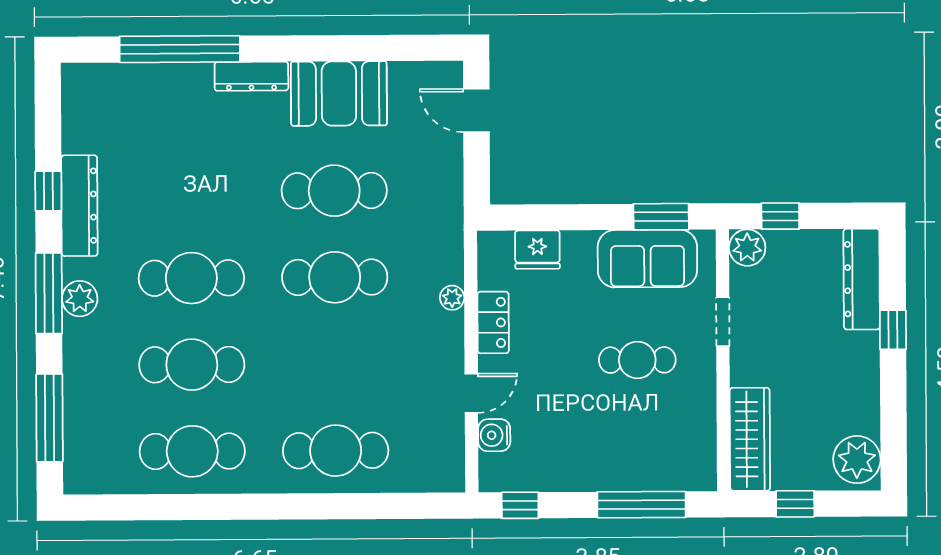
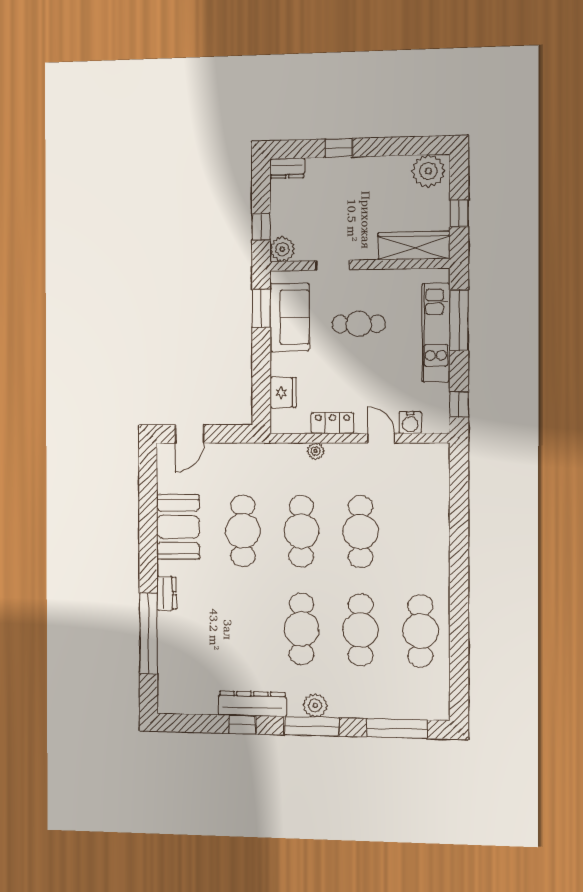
dresser: (251, 76) -> (166, 593), width x0.70
dresser: (862, 279) -> (287, 168), width x0.51, depth x0.80
cafe table: (637, 360) -> (359, 324), turned 90
cafe table: (336, 451) -> (360, 532), moved
kitchen unit: (624, 472) -> (436, 333), added

